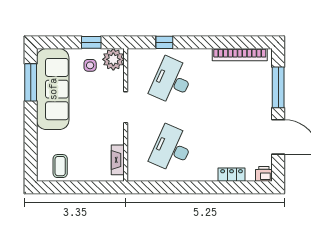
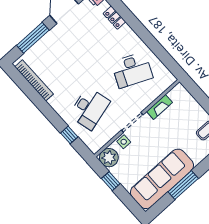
side table: (90, 65) -> (124, 142), moved
desk: (172, 81) -> (89, 108), turned -39
window: (31, 82) -> (183, 185), moved
fireplace: (118, 160) -> (159, 107), moved

